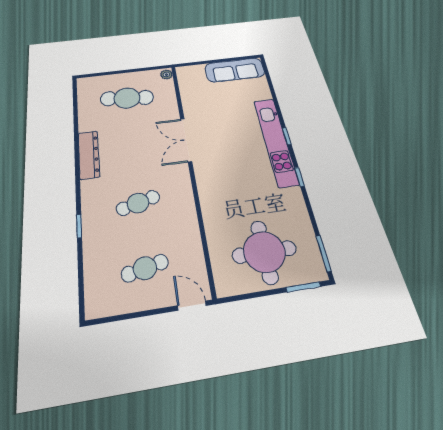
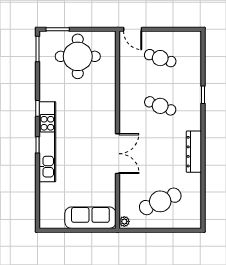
sofa: (235, 70) -> (90, 218), moved
cafe table: (127, 98) -> (160, 201), turned -30
cafe table: (138, 203) -> (160, 106), turned 36
cafe table: (145, 268) -> (160, 58), turned 30

